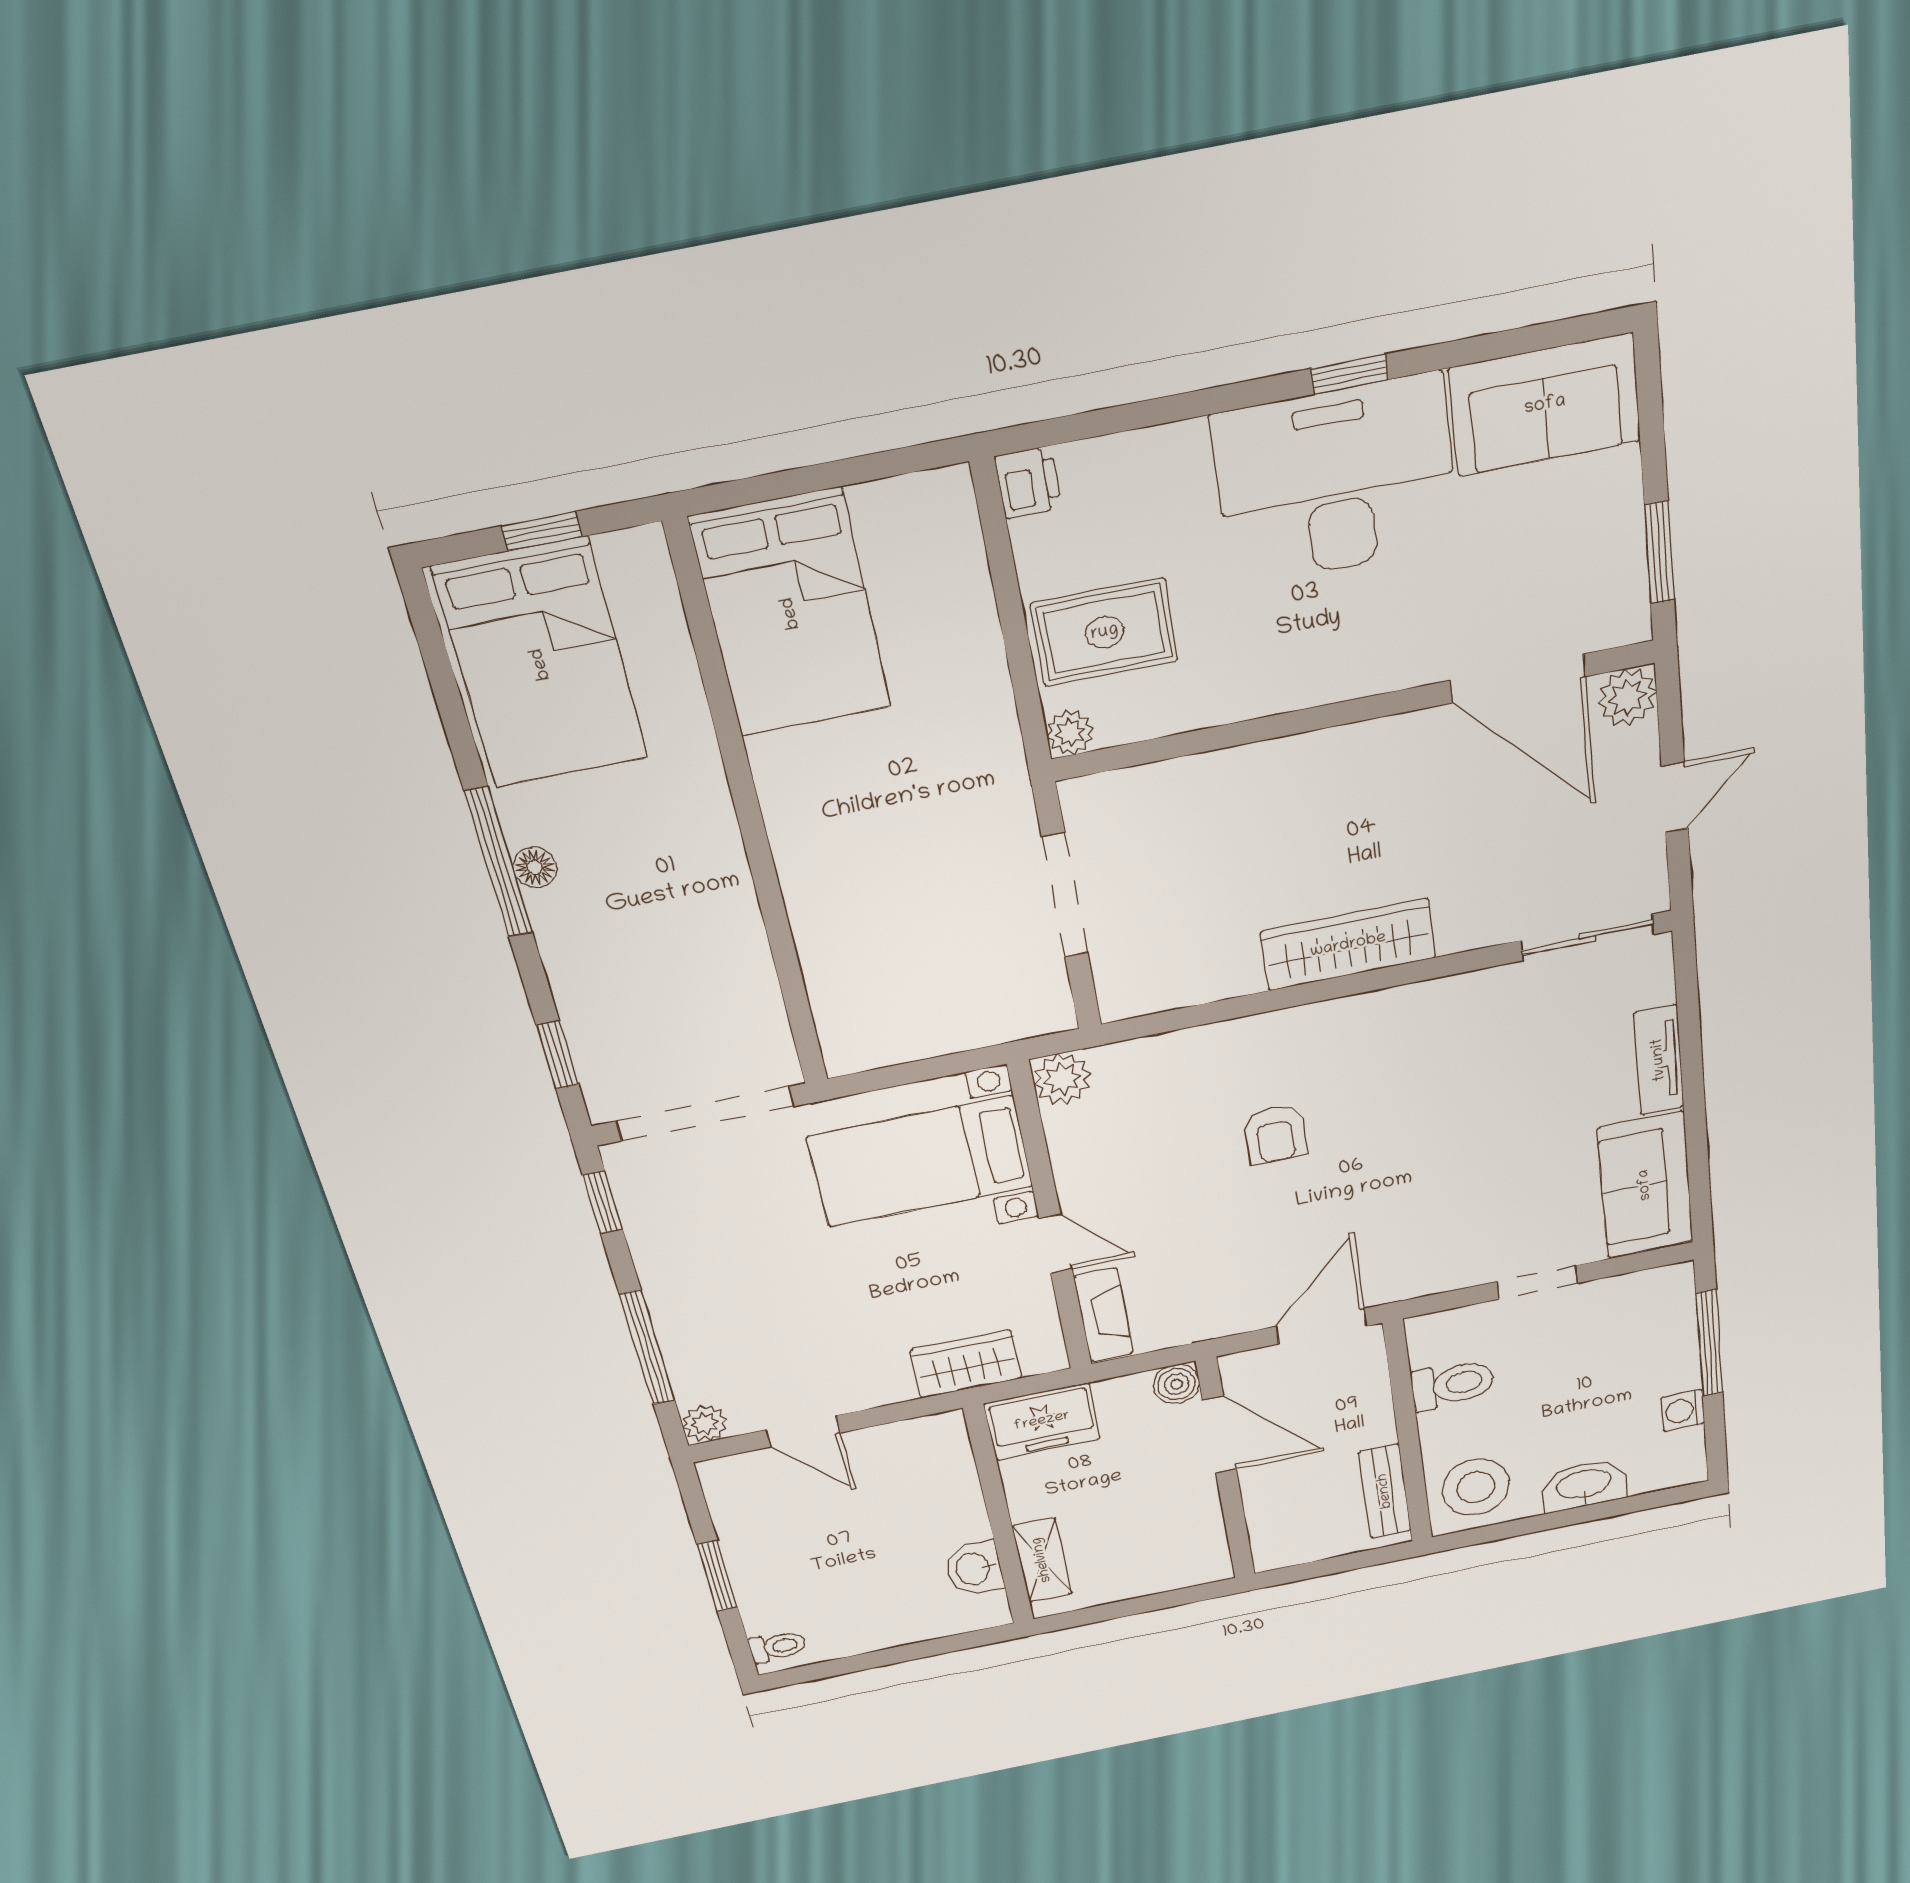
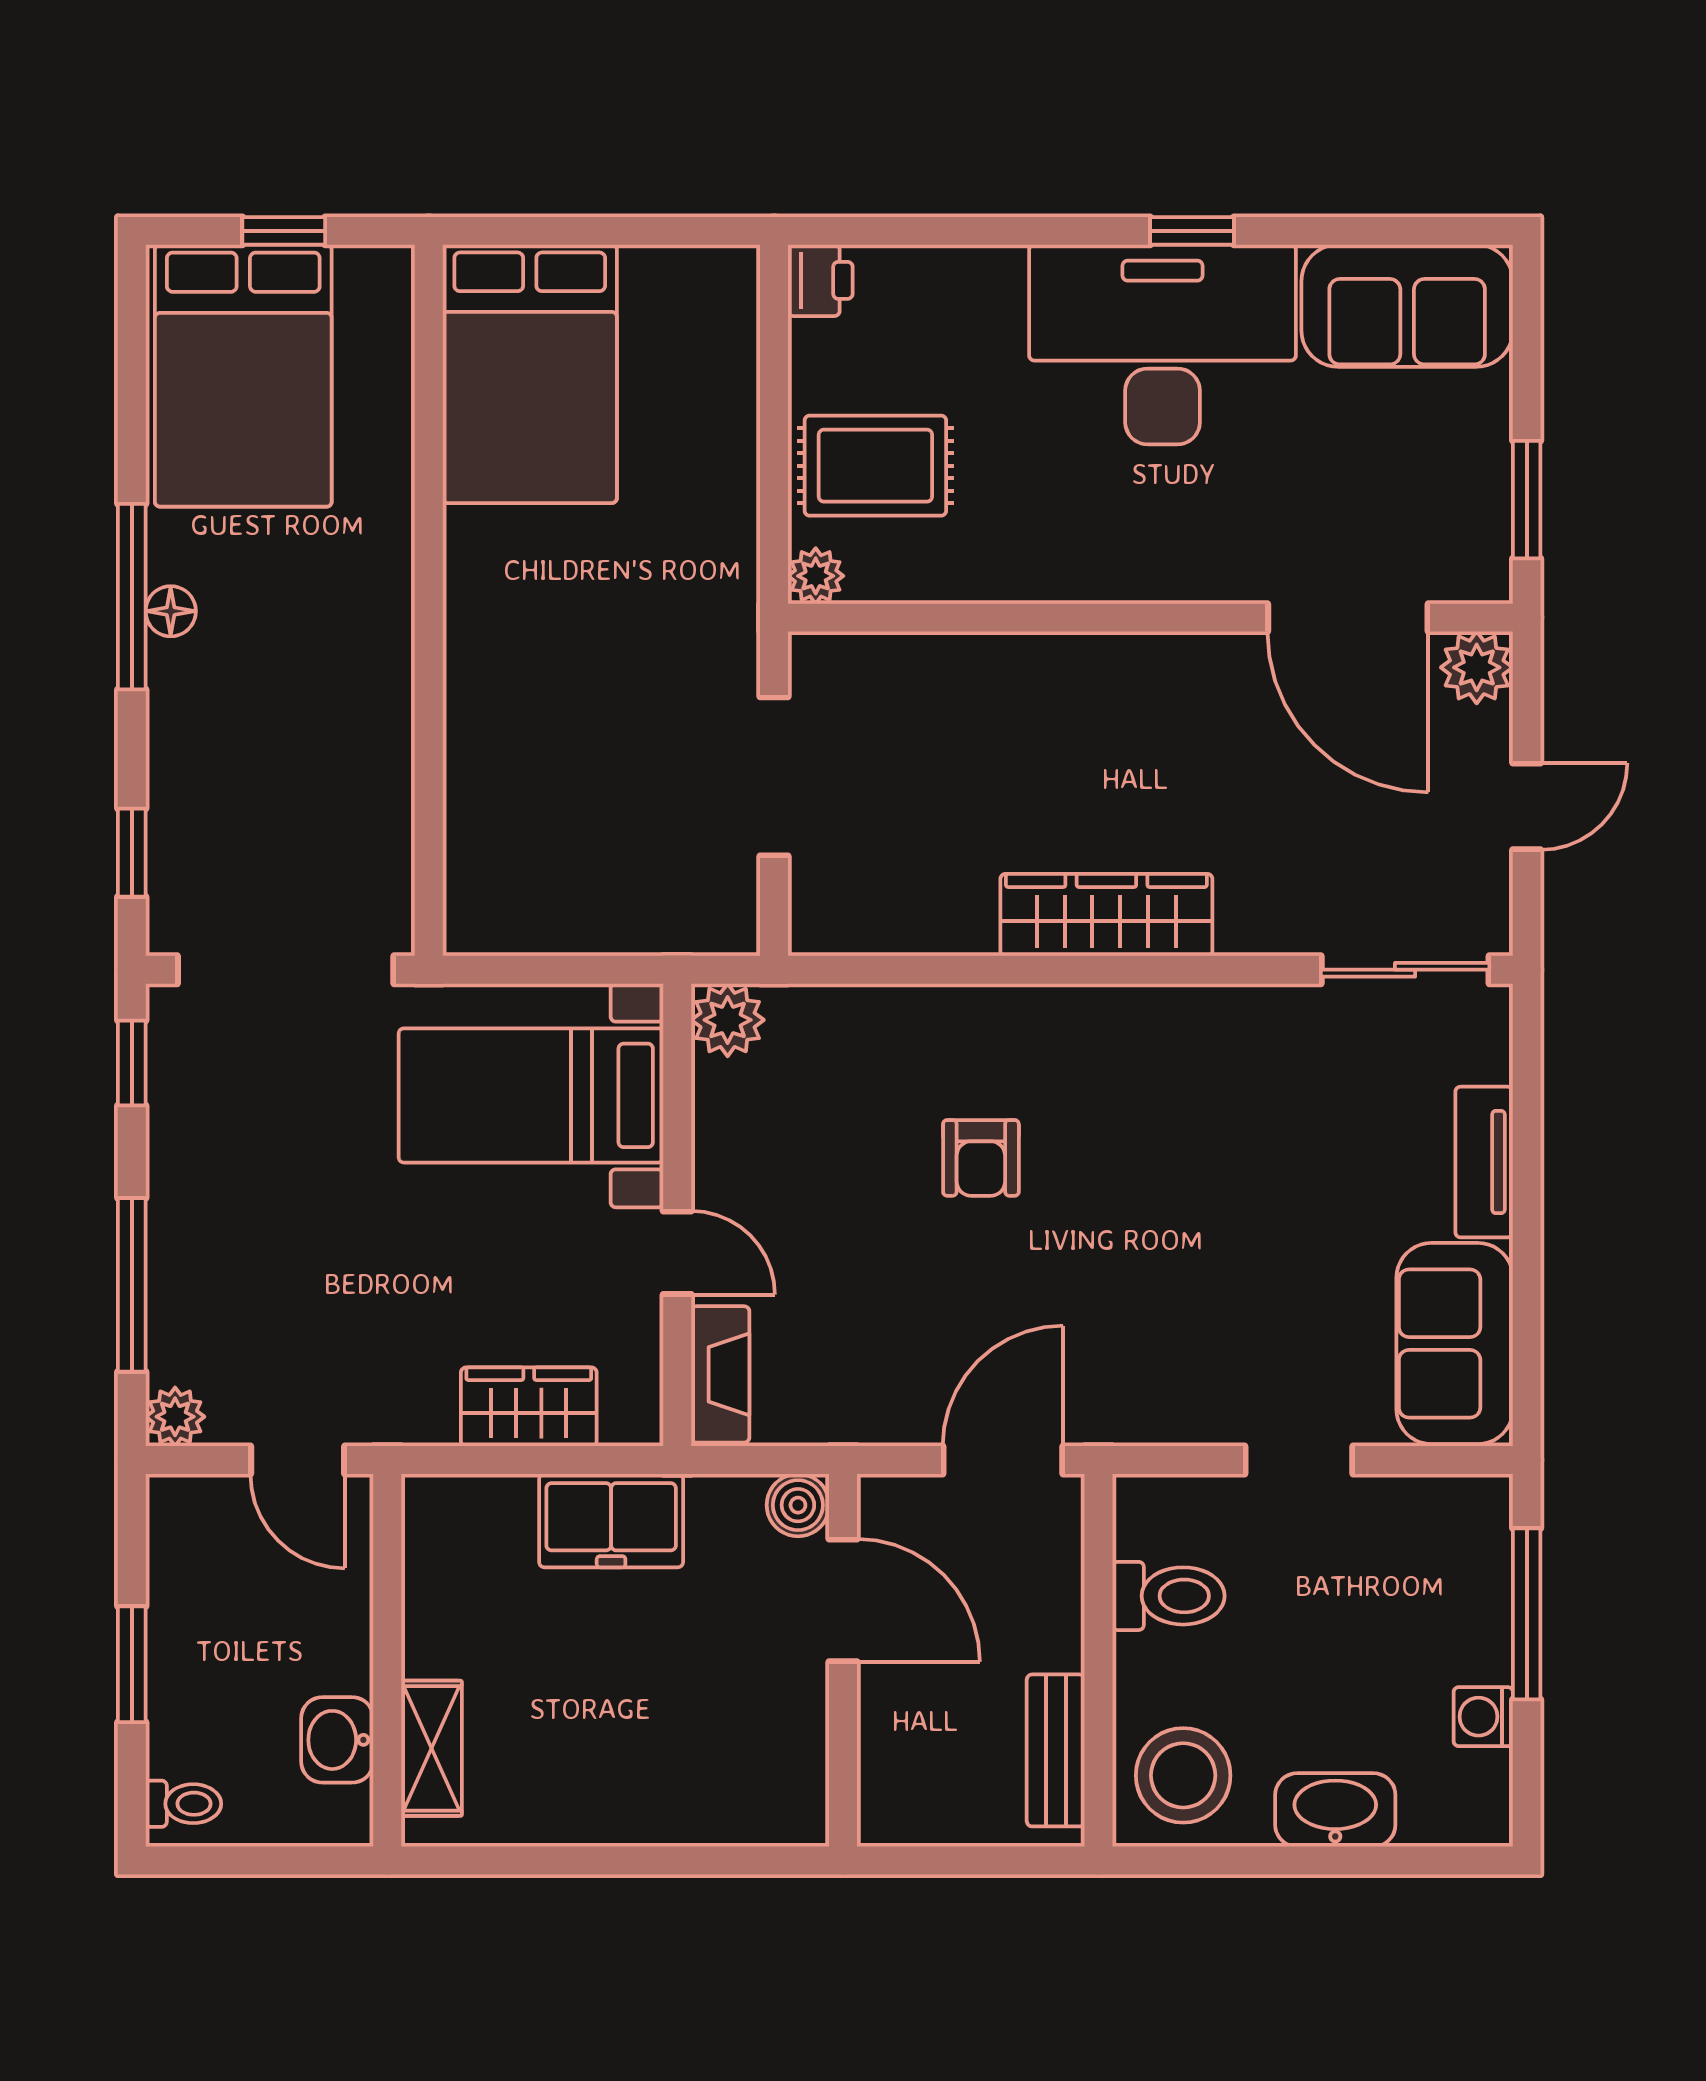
wall: (999, 1516) -> (387, 1660), moved
shelving: (1042, 1560) -> (432, 1748), moved
washbasin: (974, 1569) -> (337, 1740), moved

